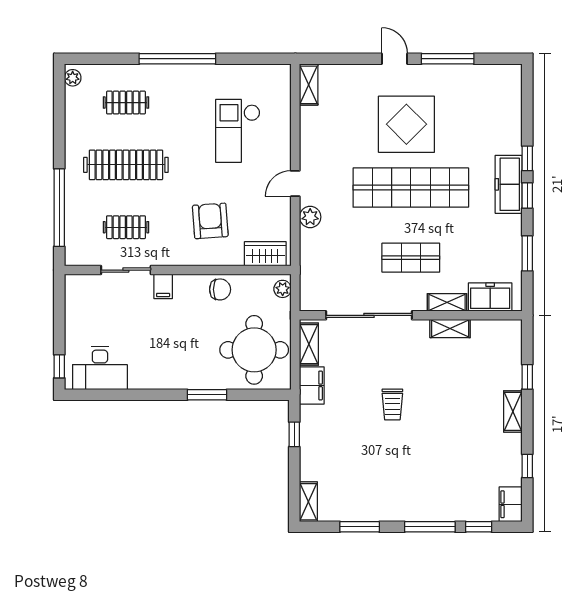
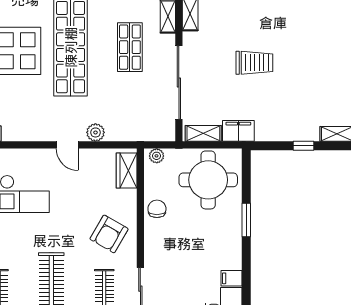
armchair: (210, 221) -> (109, 234), moved, turned -56
filing cabinet: (163, 286) -> (231, 278), moved, turned 180
trolley: (392, 404) -> (254, 63), width x1.36, depth x1.39
window: (294, 434) -> (303, 146), moved

